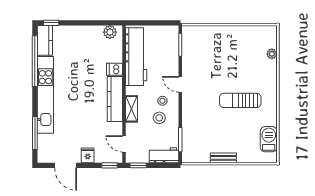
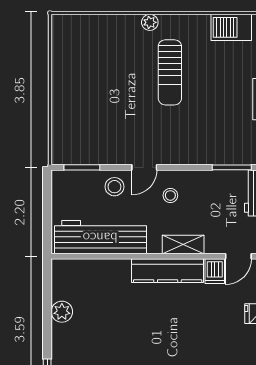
plant: (110, 32) -> (62, 312), moved
plant: (272, 54) -> (150, 22), moved
dishwasher: (115, 69) -> (215, 271), moved
stool: (159, 118) -> (114, 187), moved

